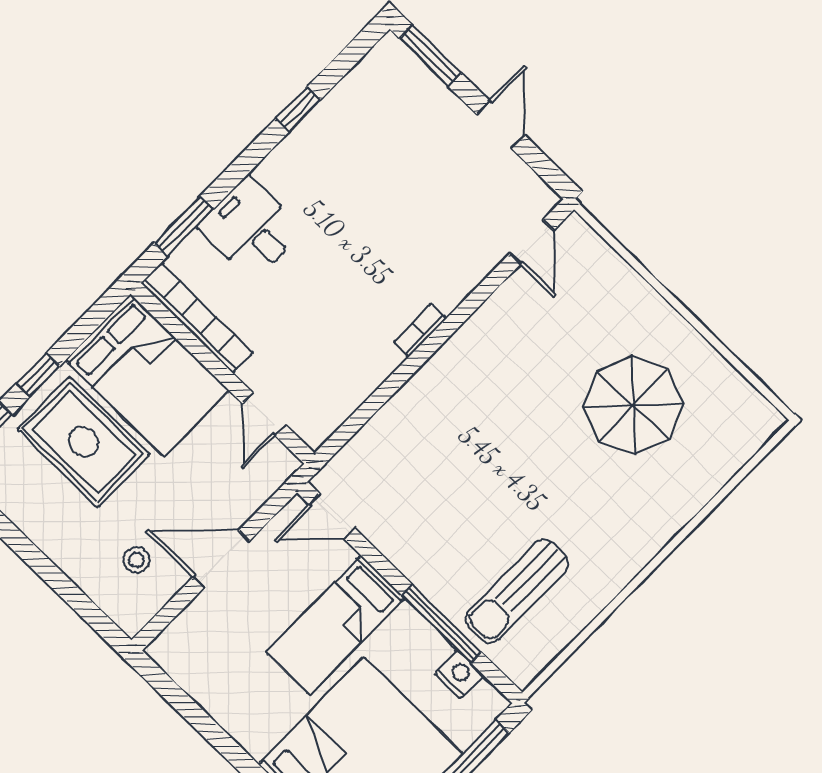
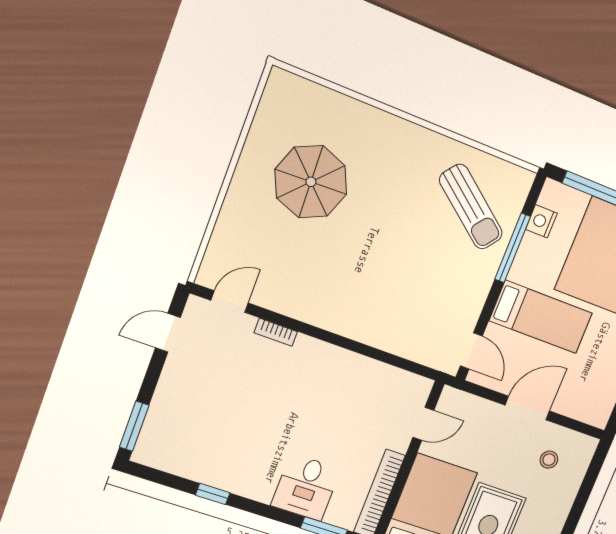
door: (501, 125) -> (168, 333), moved
bookcase: (420, 330) -> (276, 332), moved
door: (221, 559) -> (527, 408), swing flipped
sun lounger: (517, 591) -> (471, 207), turned 38

